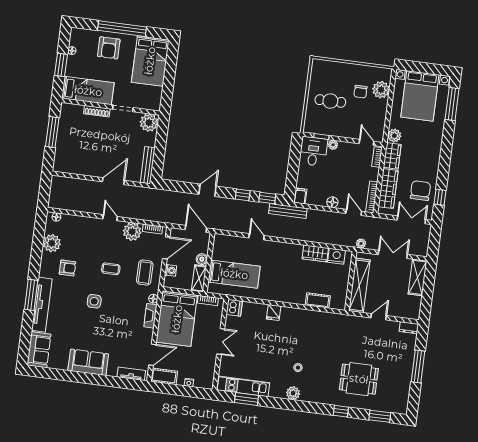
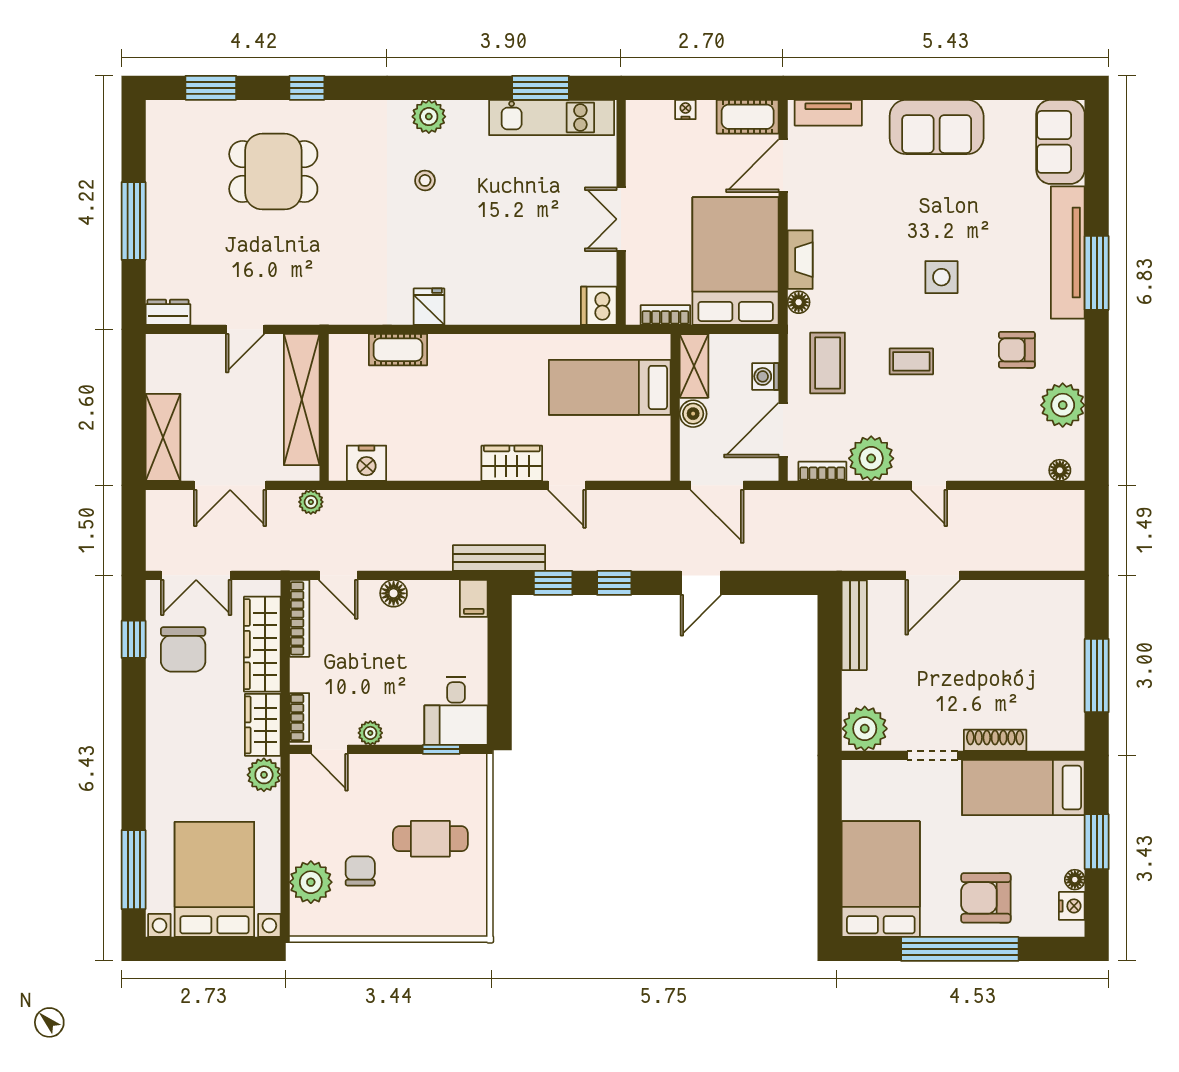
nightstand: (74, 40) -> (1072, 906), added
armchair: (109, 48) -> (986, 898), turned -90
plant: (333, 145) -> (370, 733), moved
wardrobe: (315, 253) -> (512, 463), moved
fridge: (274, 312) -> (429, 307), moved

